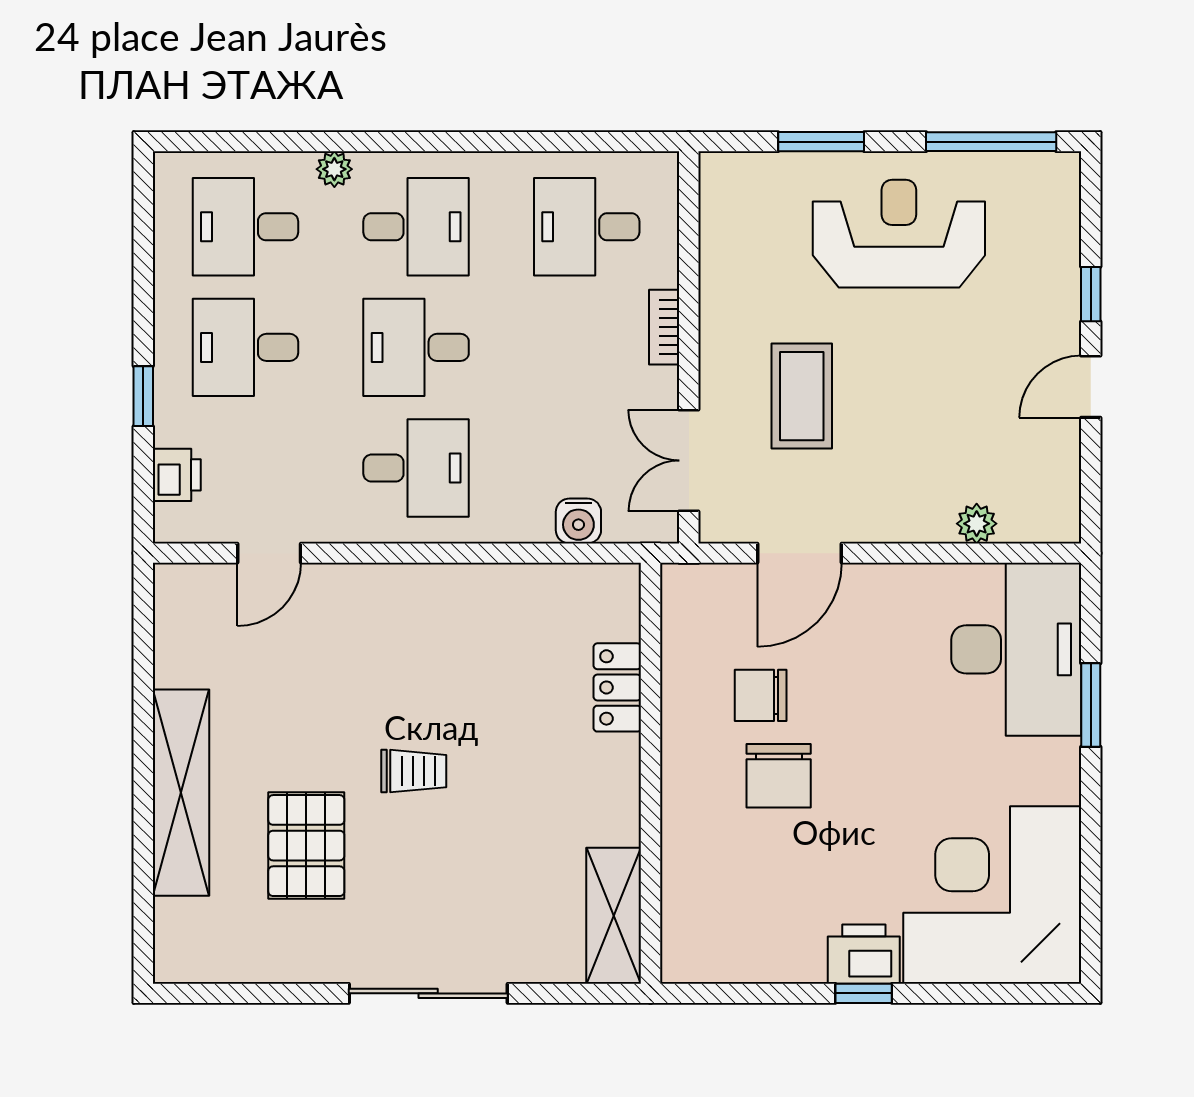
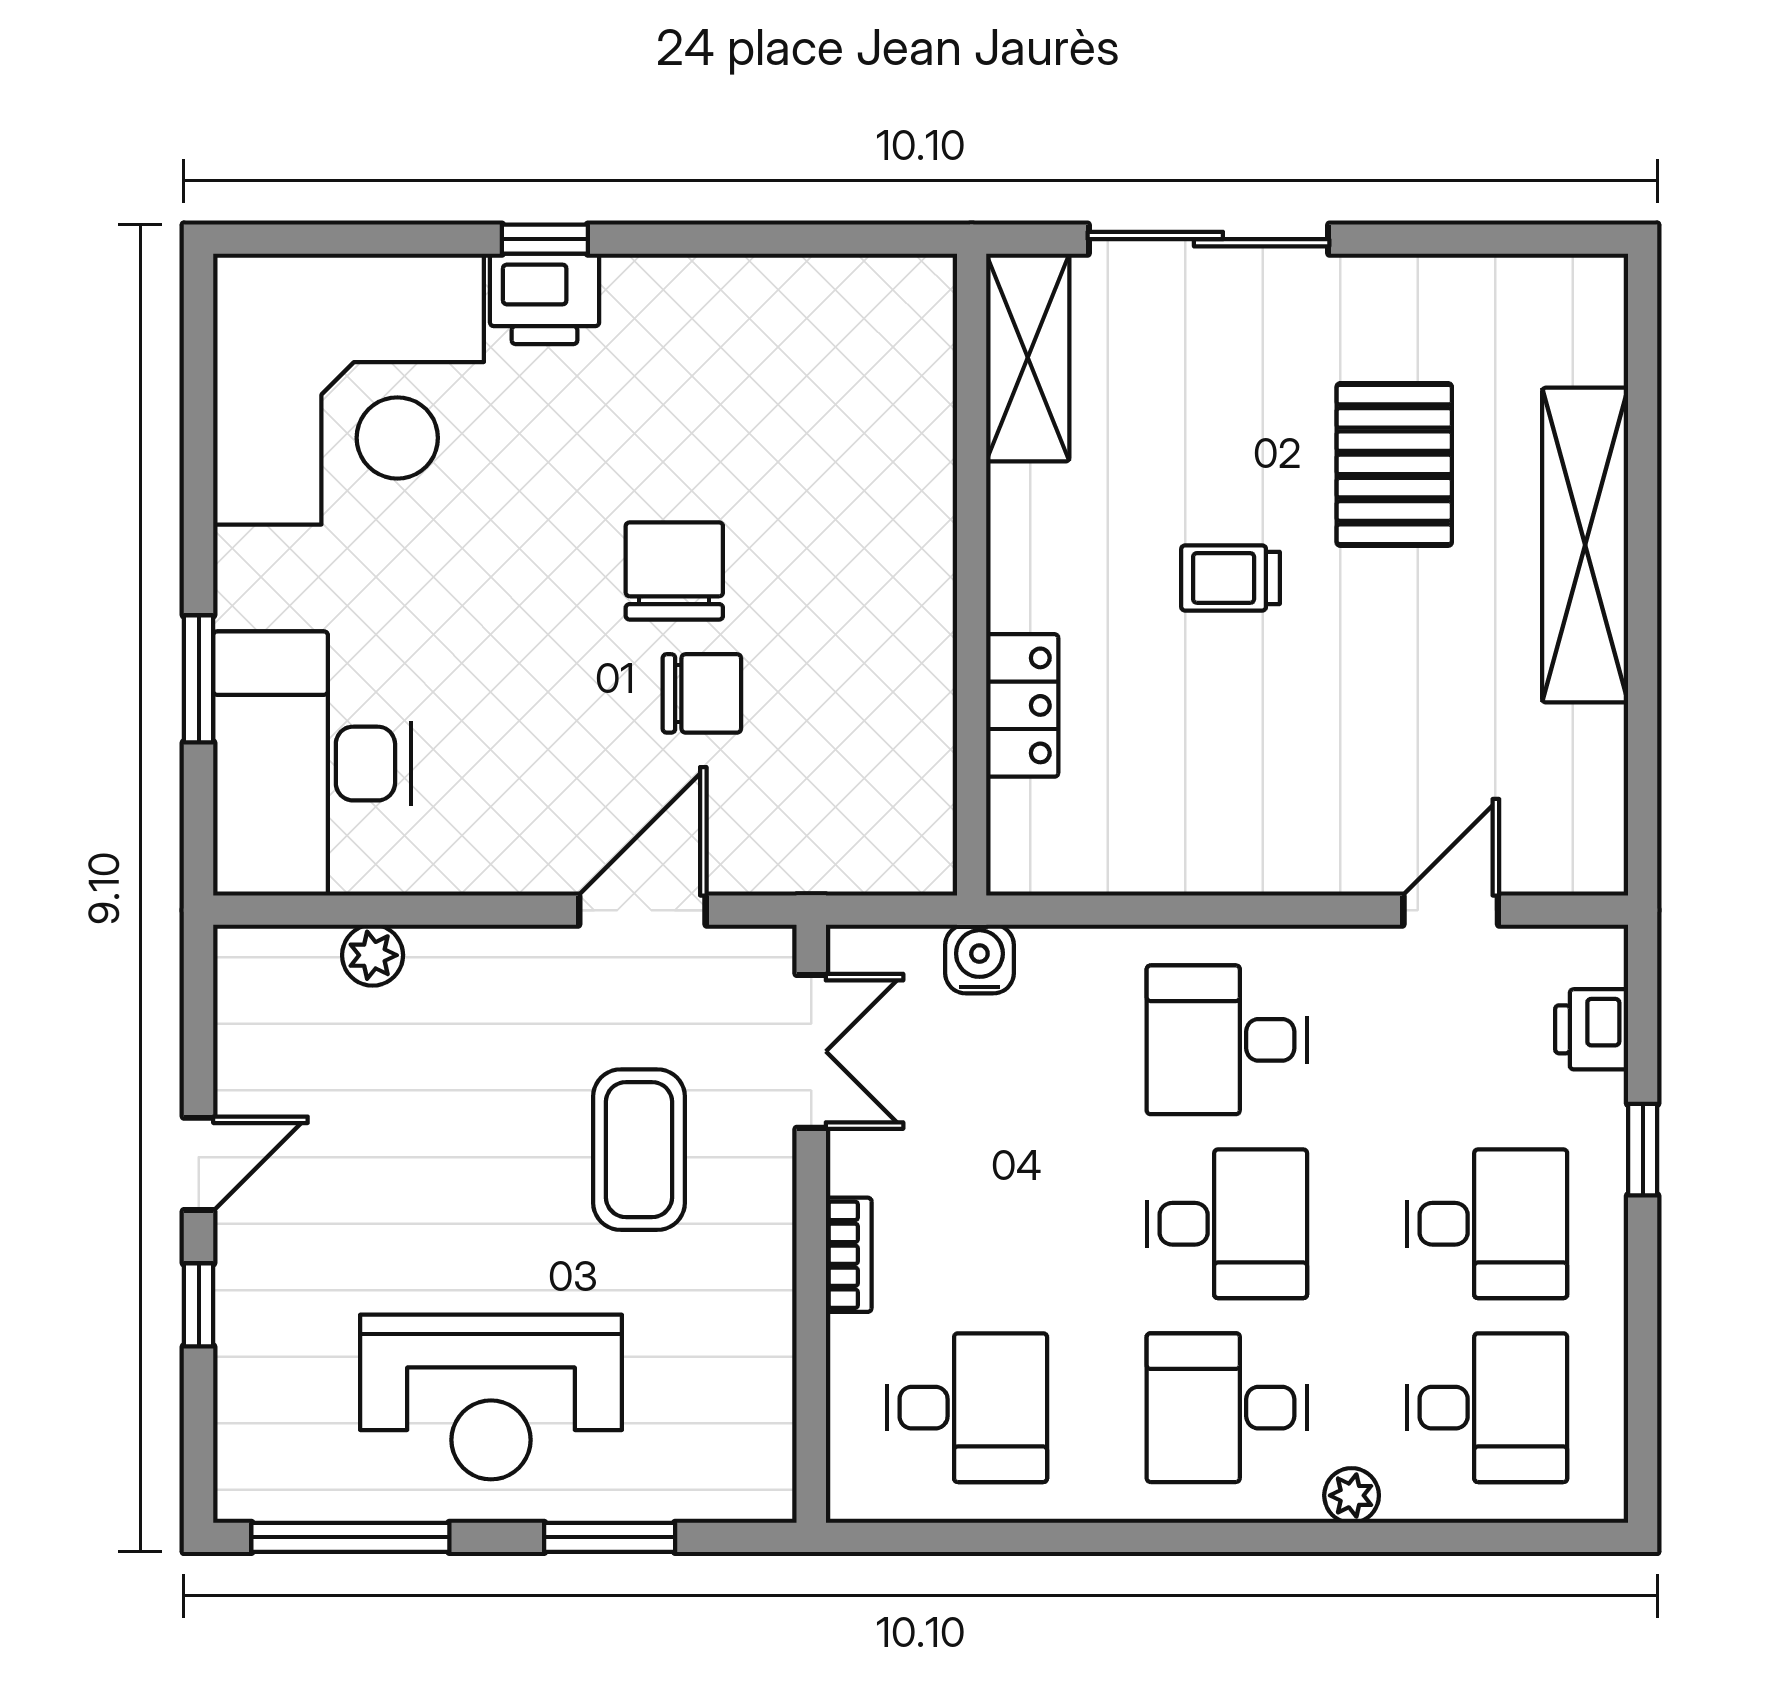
locker: (617, 687) -> (1022, 705), moved
wall: (651, 773) -> (972, 575), moved
shelving: (614, 916) -> (1028, 358), moved

